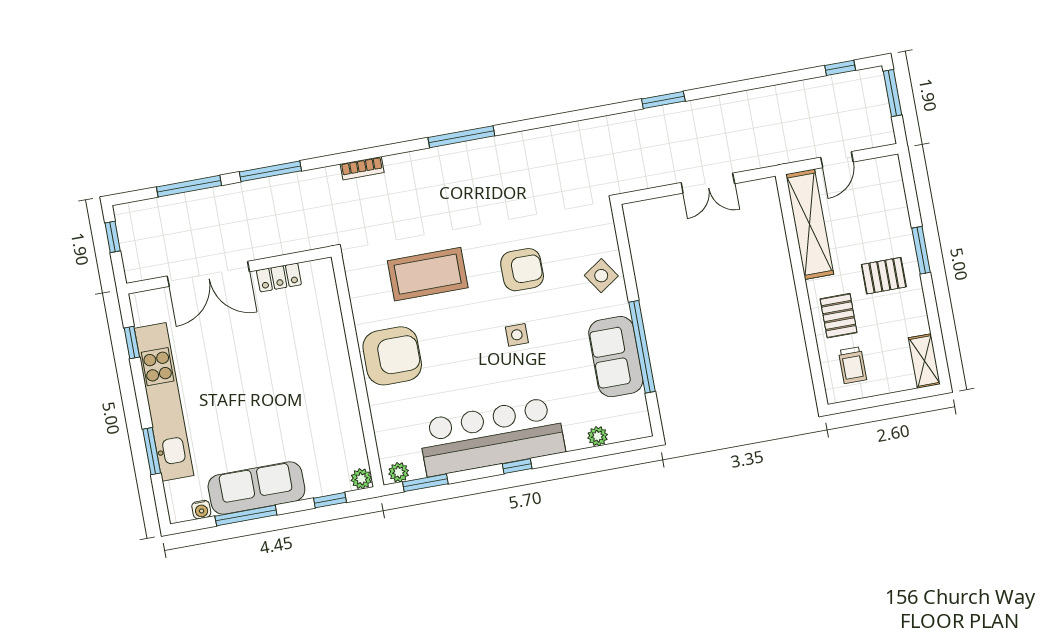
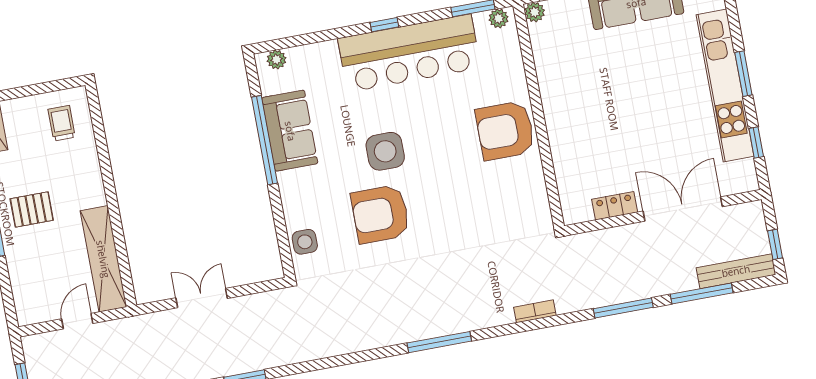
bench: (153, 209) -> (736, 271), added
armchair: (522, 270) -> (380, 214), width x1.36, depth x1.36
coffee table: (428, 274) -> (471, 209), removed
side table: (601, 276) -> (305, 242), moved, turned 34
pallet: (839, 316) -> (75, 171), removed
side table: (517, 335) -> (385, 151), width x1.87, depth x1.87
plant: (598, 436) -> (276, 59), moved
window: (152, 451) -> (743, 74), moved

